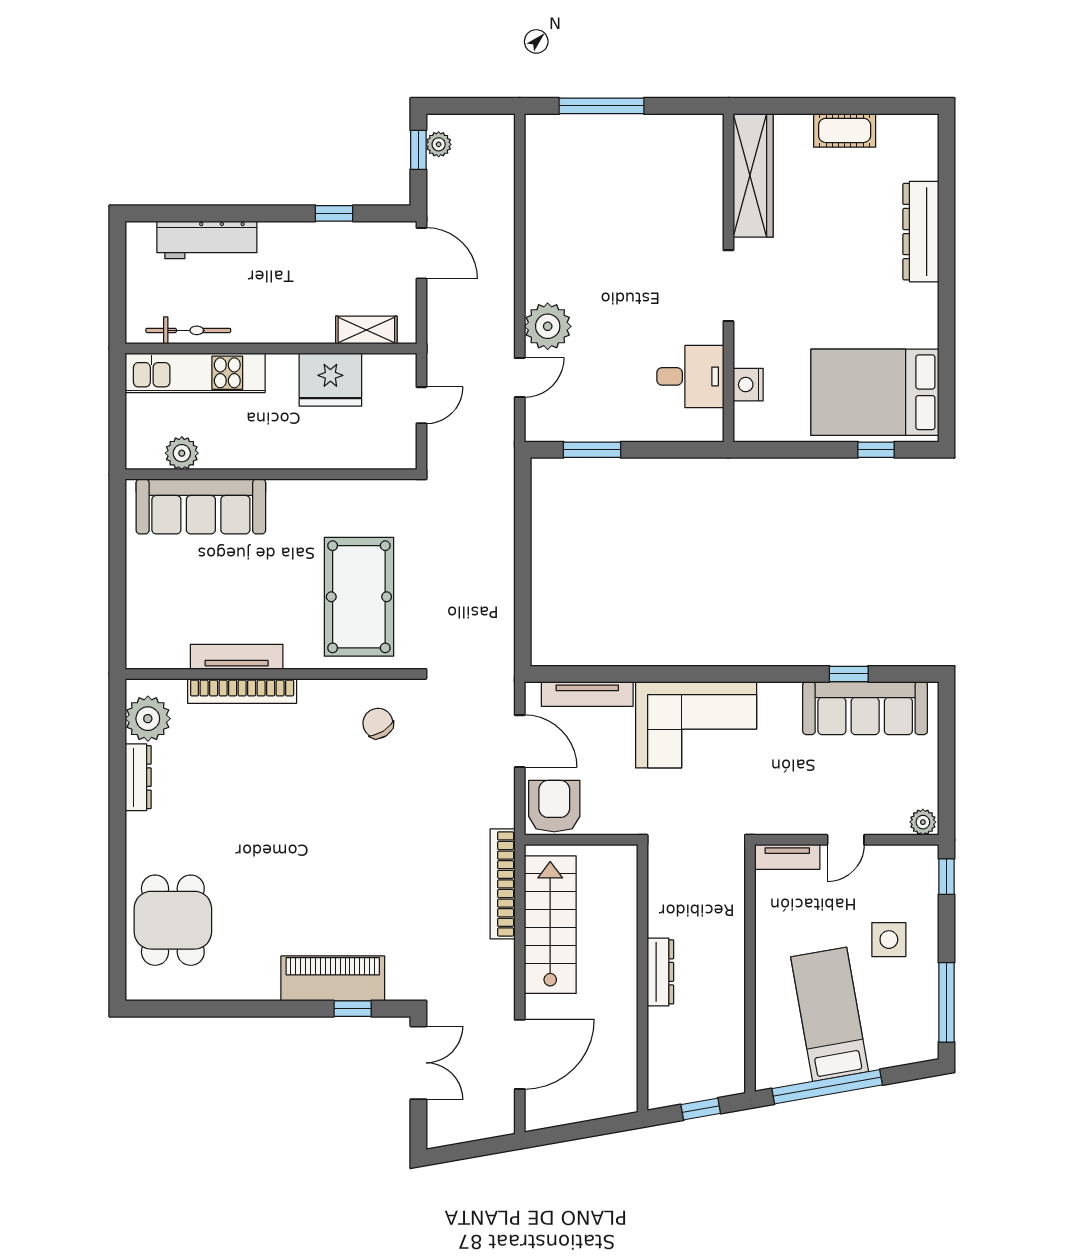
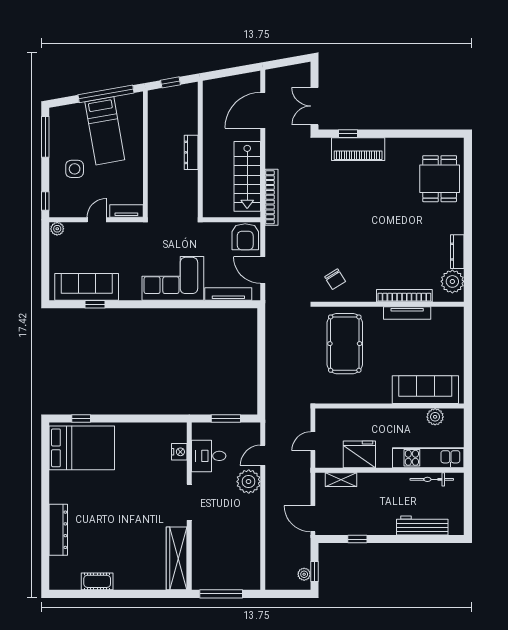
wardrobe: (753, 175) -> (177, 558), moved
wall: (728, 278) -> (189, 506), moved
doorway: (728, 286) -> (189, 502), moved
desk: (690, 376) -> (209, 456), moved
nightstand: (748, 385) -> (179, 452), moved

